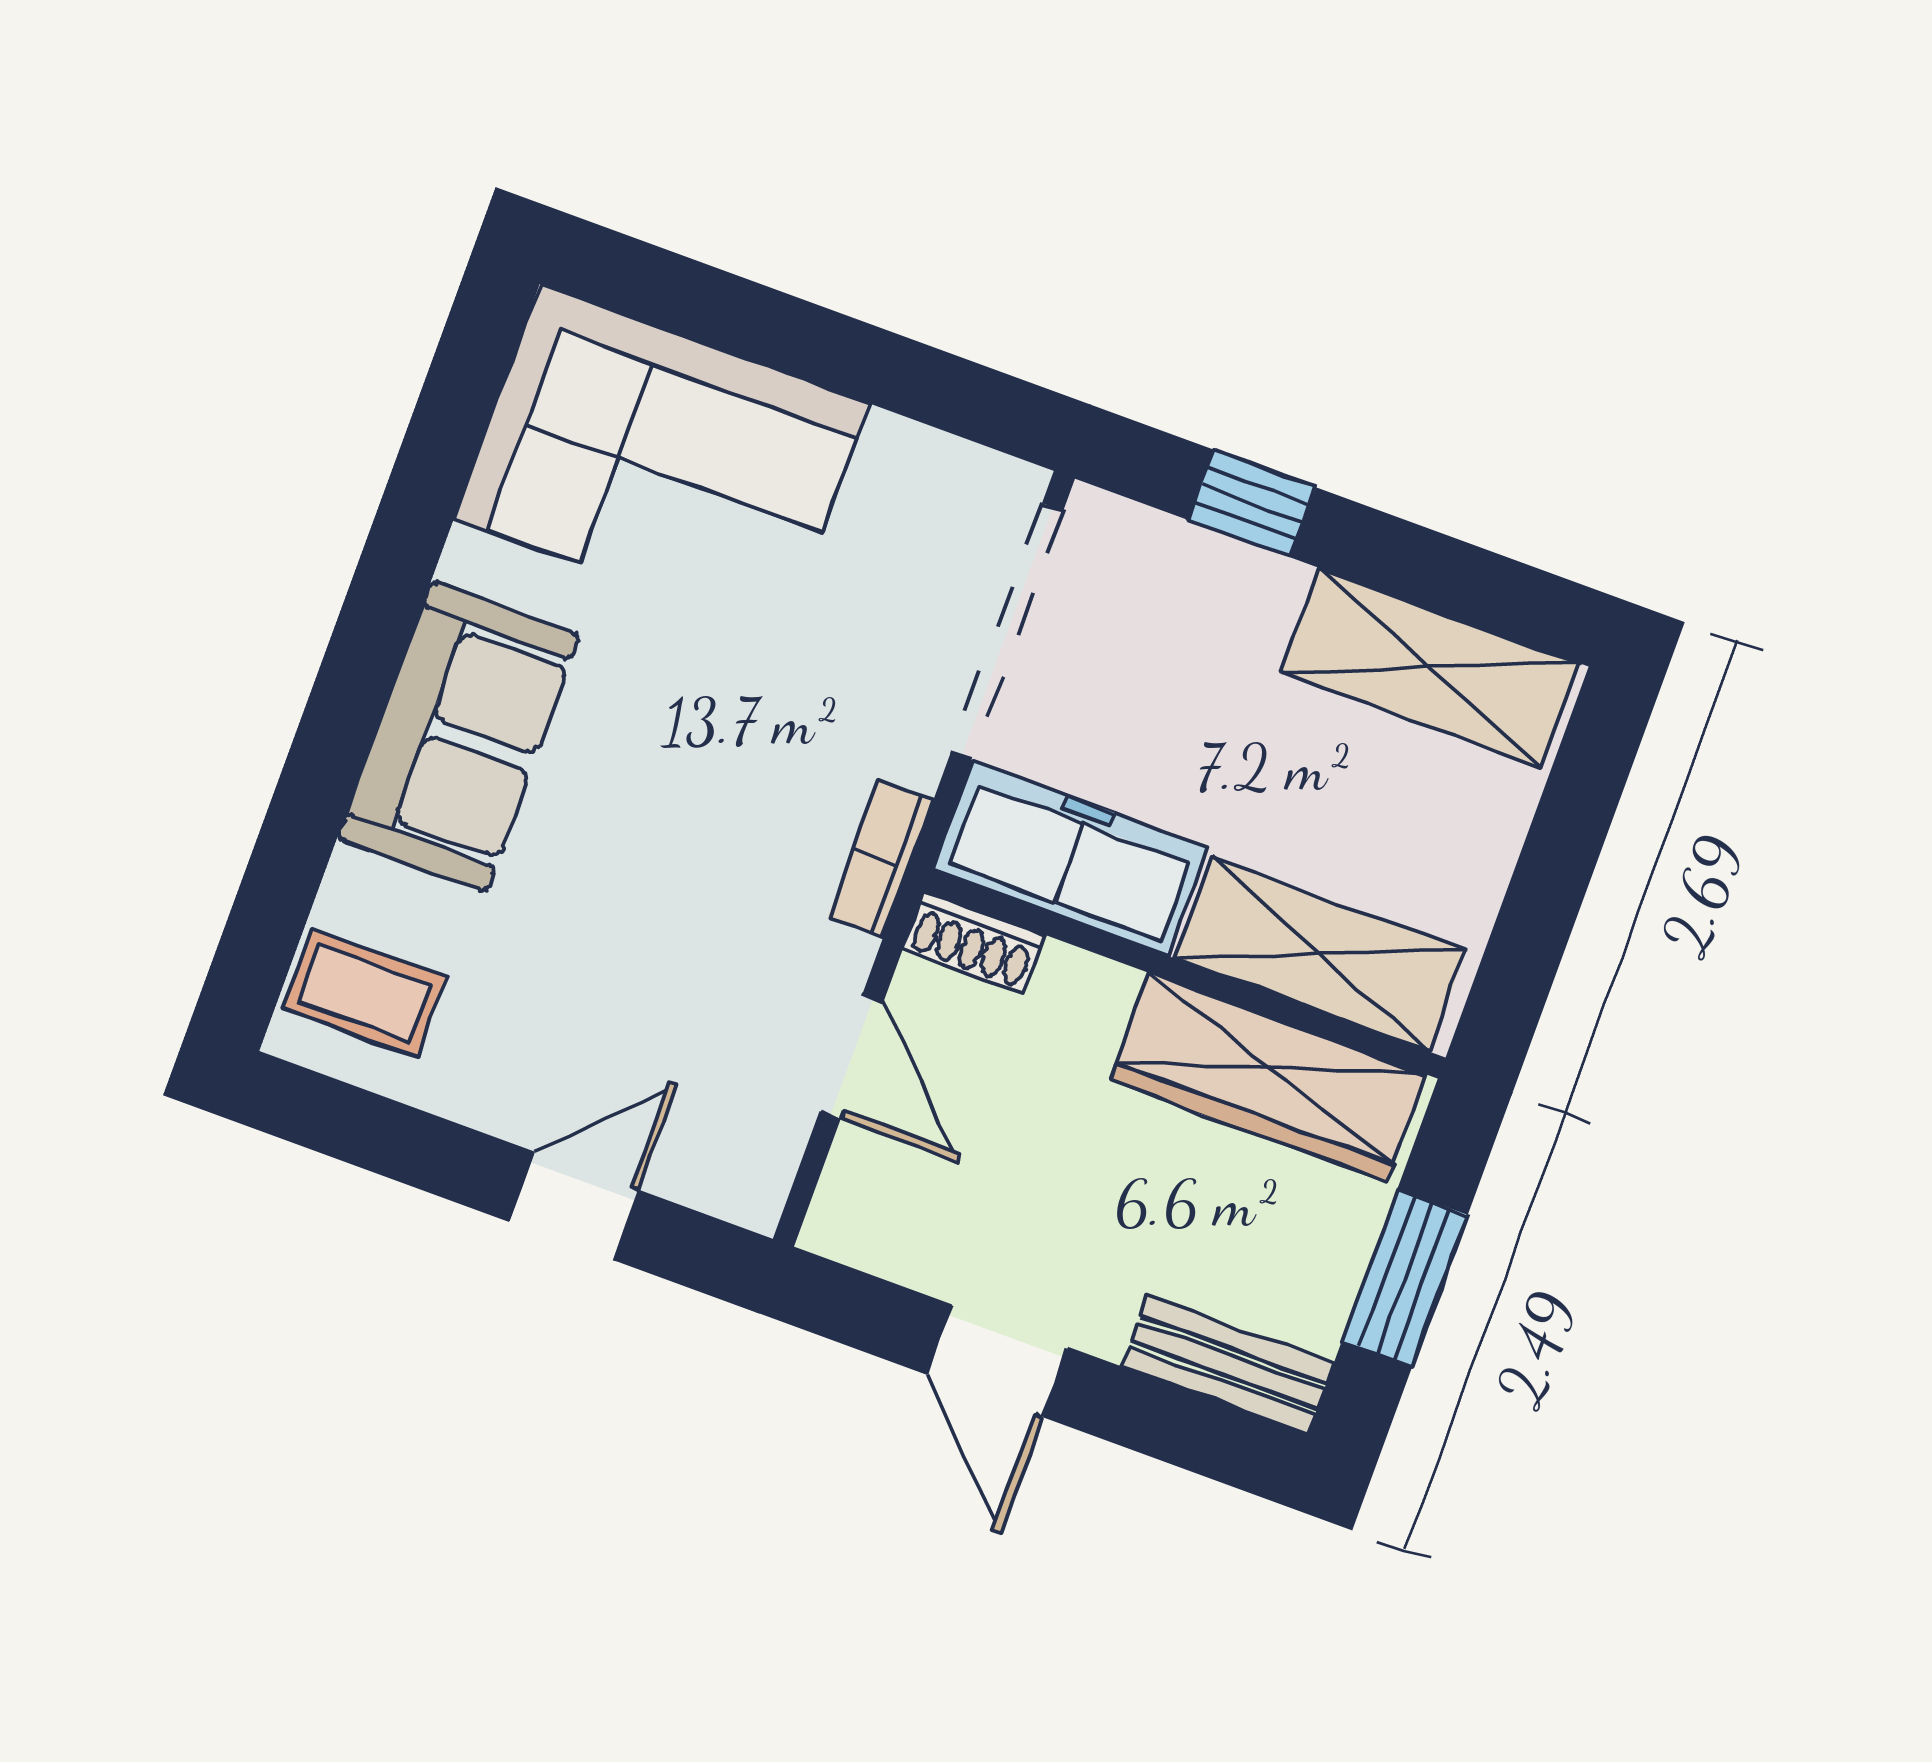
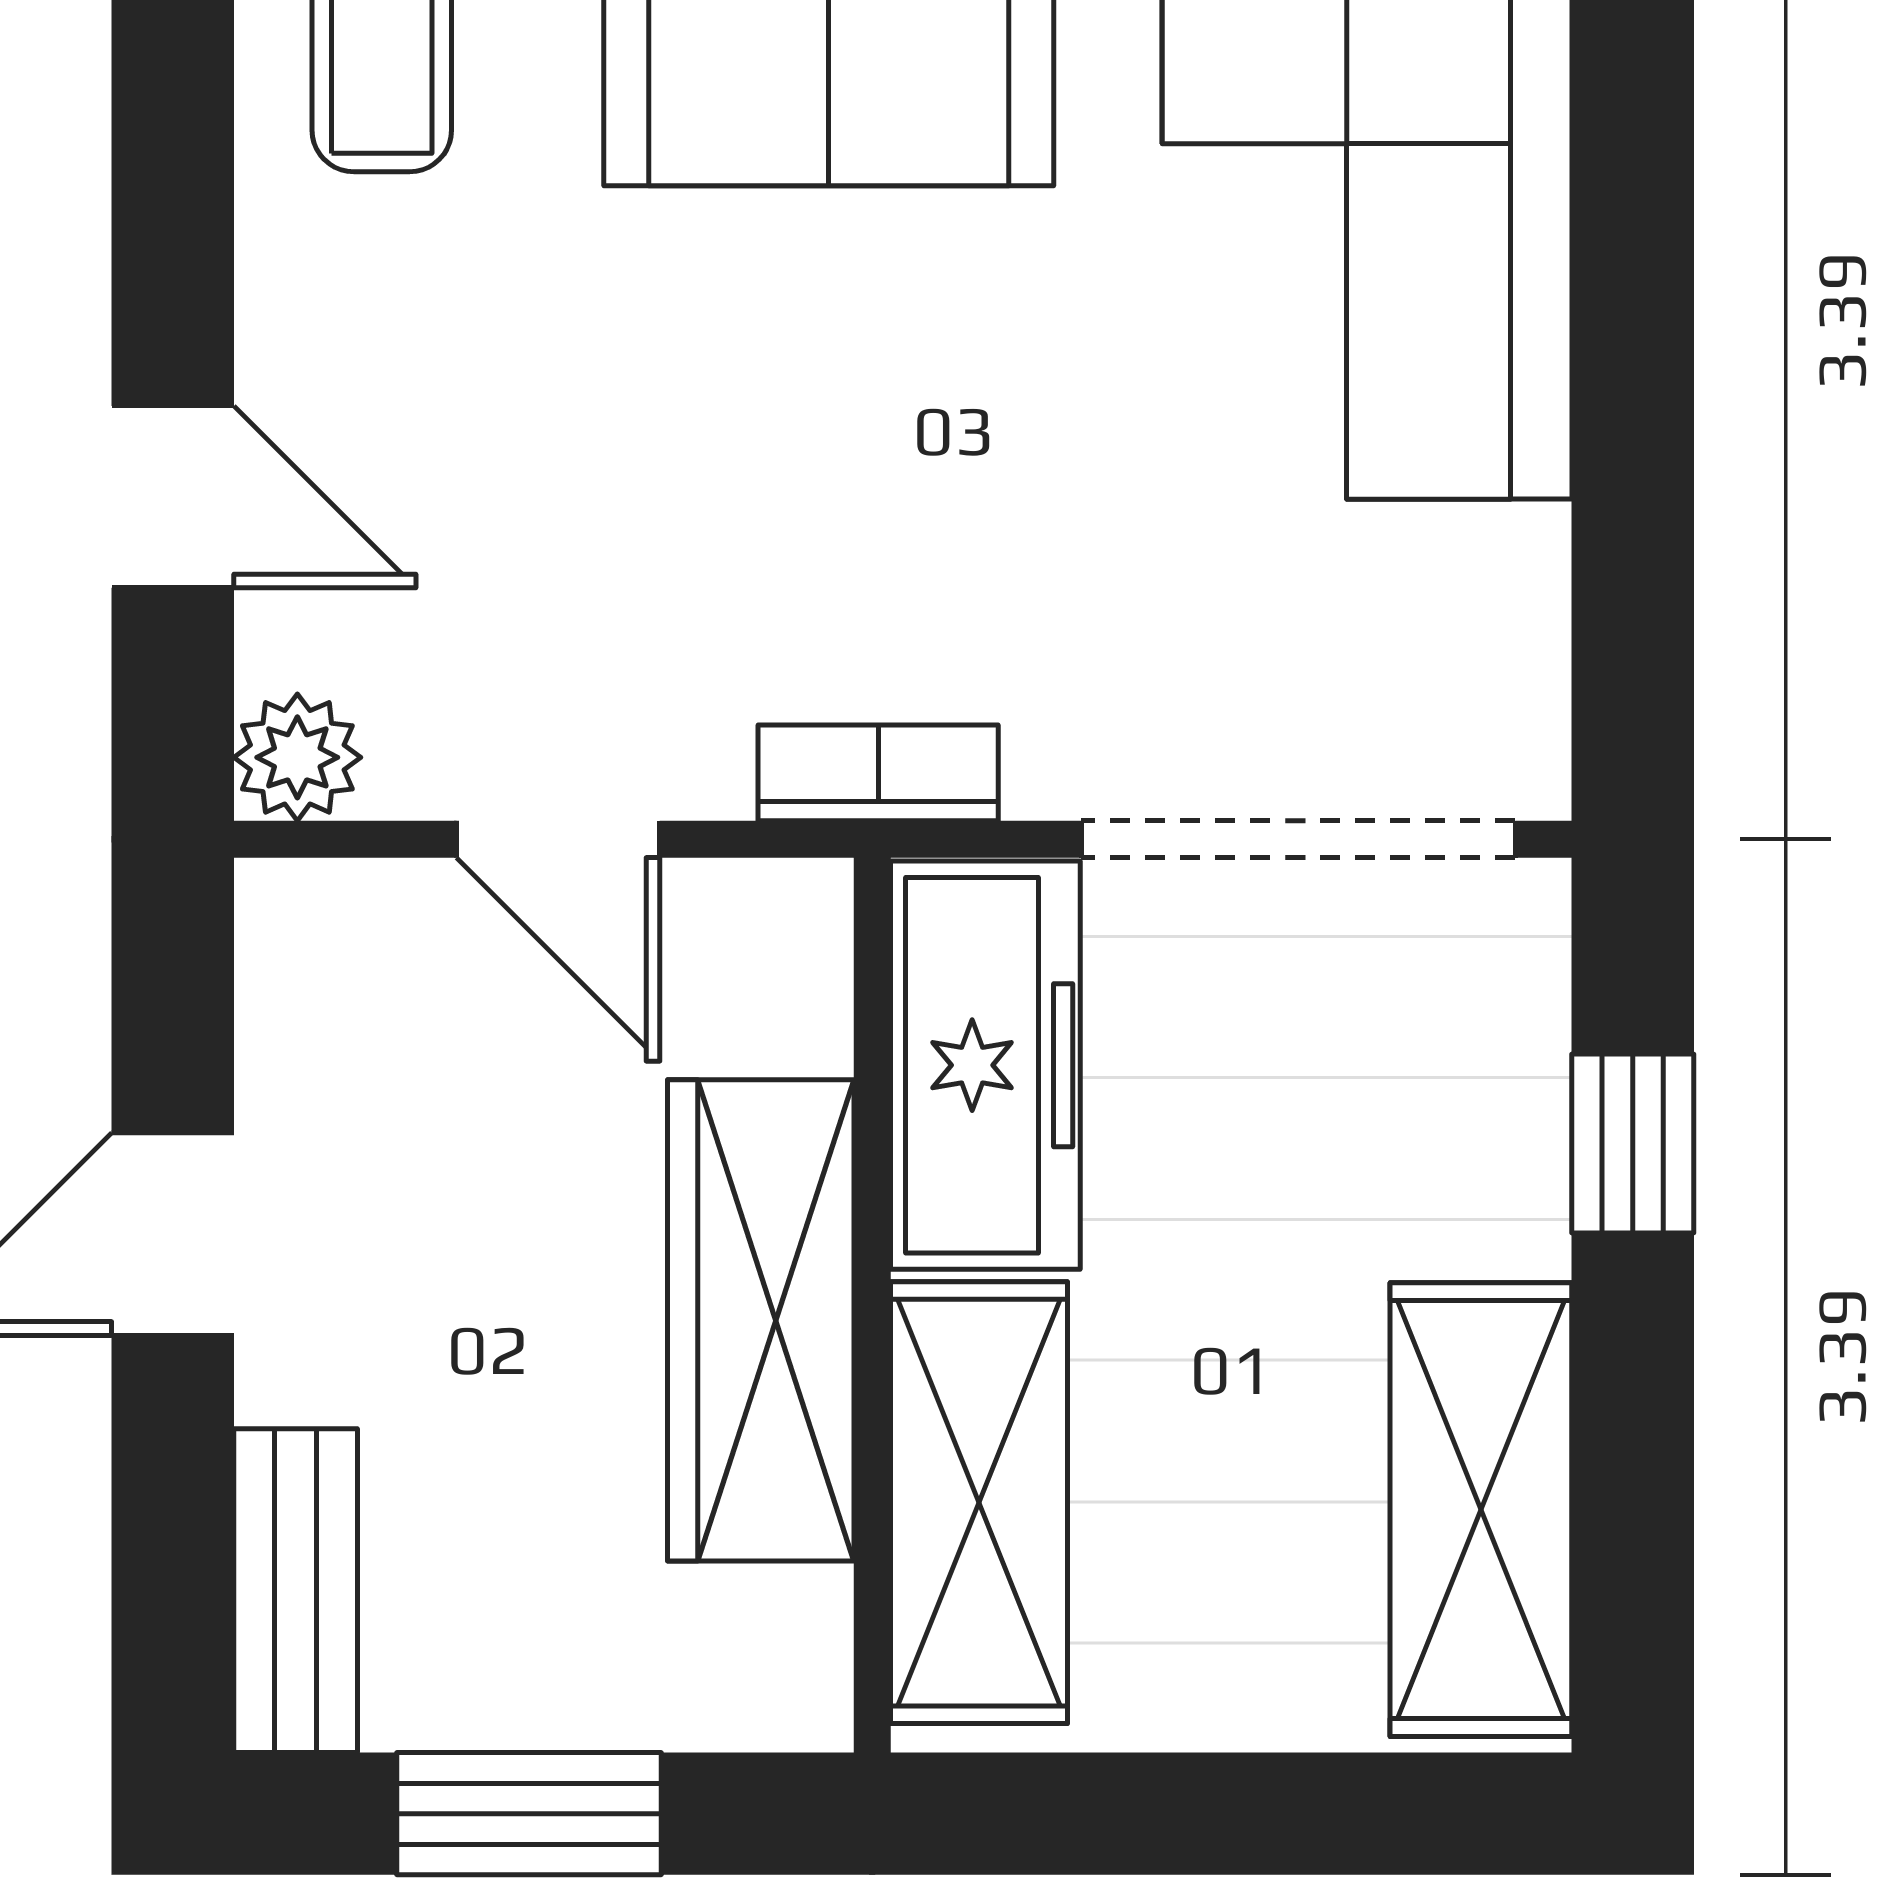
shoe rack: (974, 942) -> (803, 963), removed
door: (851, 1057) -> (558, 839), hinge flipped
wardrobe: (1268, 1077) -> (761, 1320), moved
plant: (750, 1189) -> (297, 757), added

